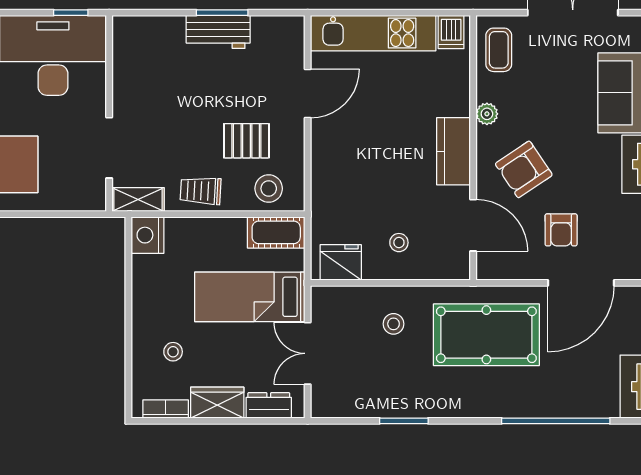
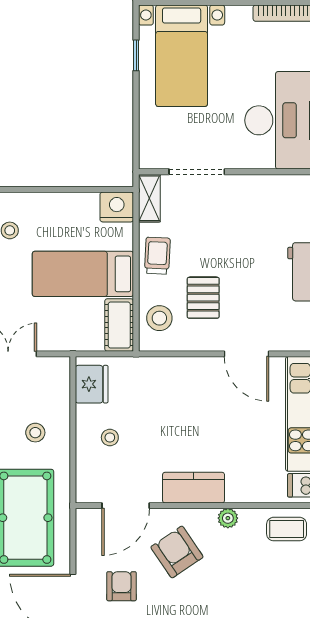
armchair: (561, 230) -> (121, 586), turned 90
bed: (250, 297) -> (83, 274), moved, turned -90

